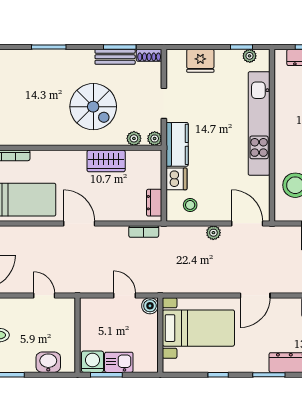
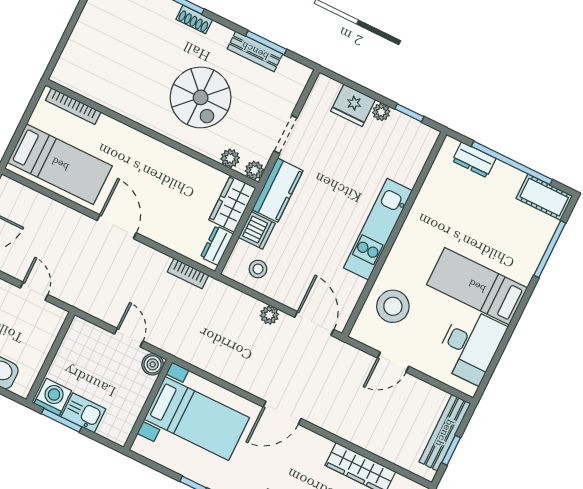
shoe rack: (149, 55) -> (194, 19), moved
plant: (250, 56) -> (381, 112), moved
kitchen unit: (259, 123) -> (378, 229), width x0.73
wardrobe: (106, 161) -> (232, 204), moved, turned 90

